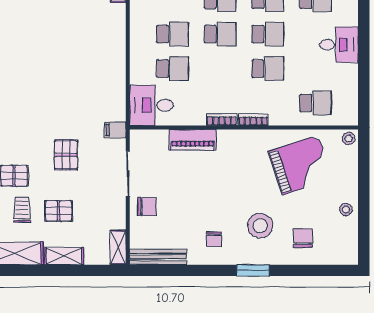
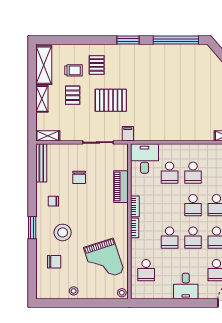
pallet: (66, 155) -> (111, 100), width x1.50, depth x1.42
chair: (147, 207) -> (79, 177), moved

